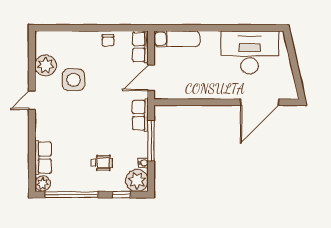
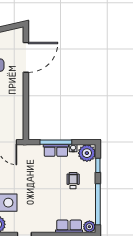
door: (260, 102) -> (26, 57), hinge flipped
row of seats: (140, 115) -> (56, 150), moved

